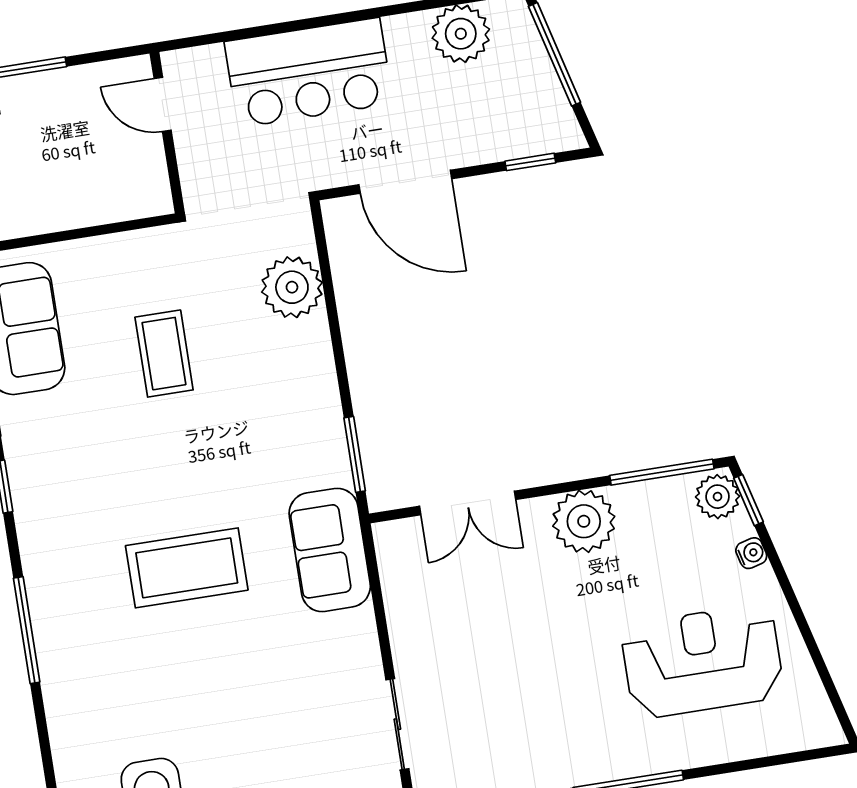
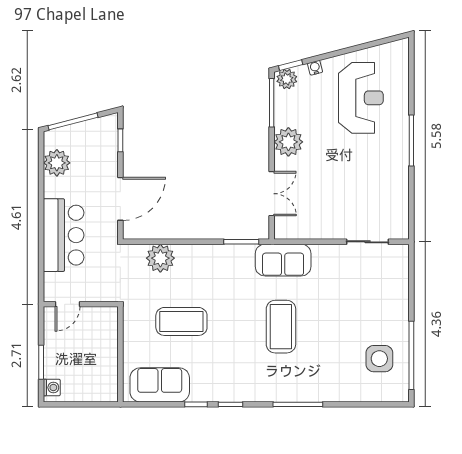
coffee table: (164, 354) -> (181, 321), width x1.36, depth x1.32
reception desk: (702, 661) -> (361, 98), turned 180

